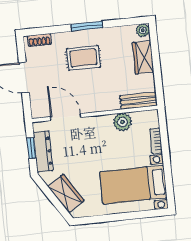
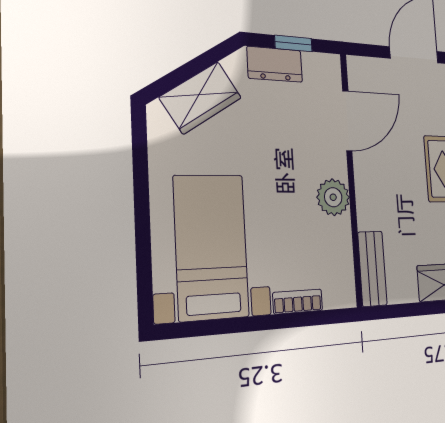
plant: (122, 122) -> (333, 197), moved
dresser: (43, 151) -> (275, 64), width x0.70

